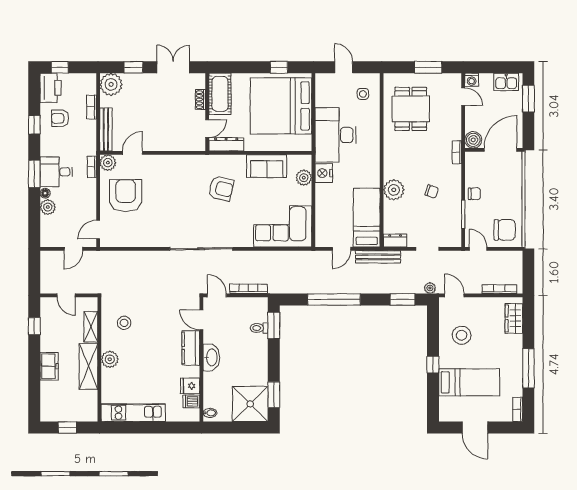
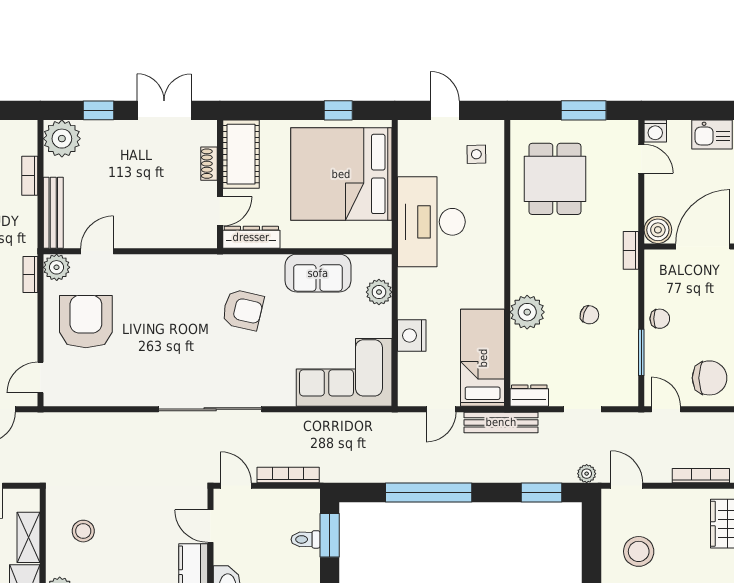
nightstand: (324, 173) -> (412, 335), moved

